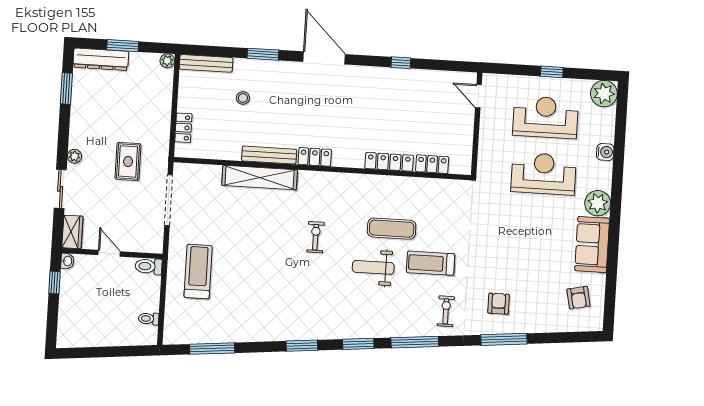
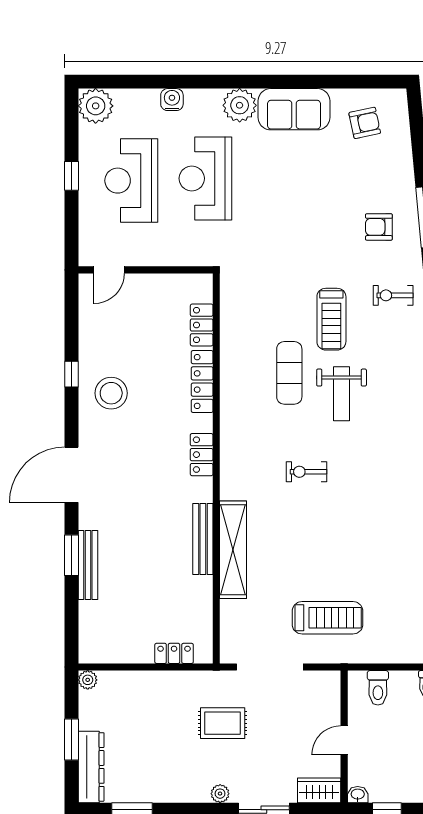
bench: (206, 63) -> (88, 565), moved
stool: (243, 98) -> (111, 393), moved, width x1.89, depth x1.89
locker: (315, 157) -> (202, 455), moved
toilet: (149, 266) -> (378, 688), moved
treadmill: (198, 272) -> (327, 618), moved, turned 180

